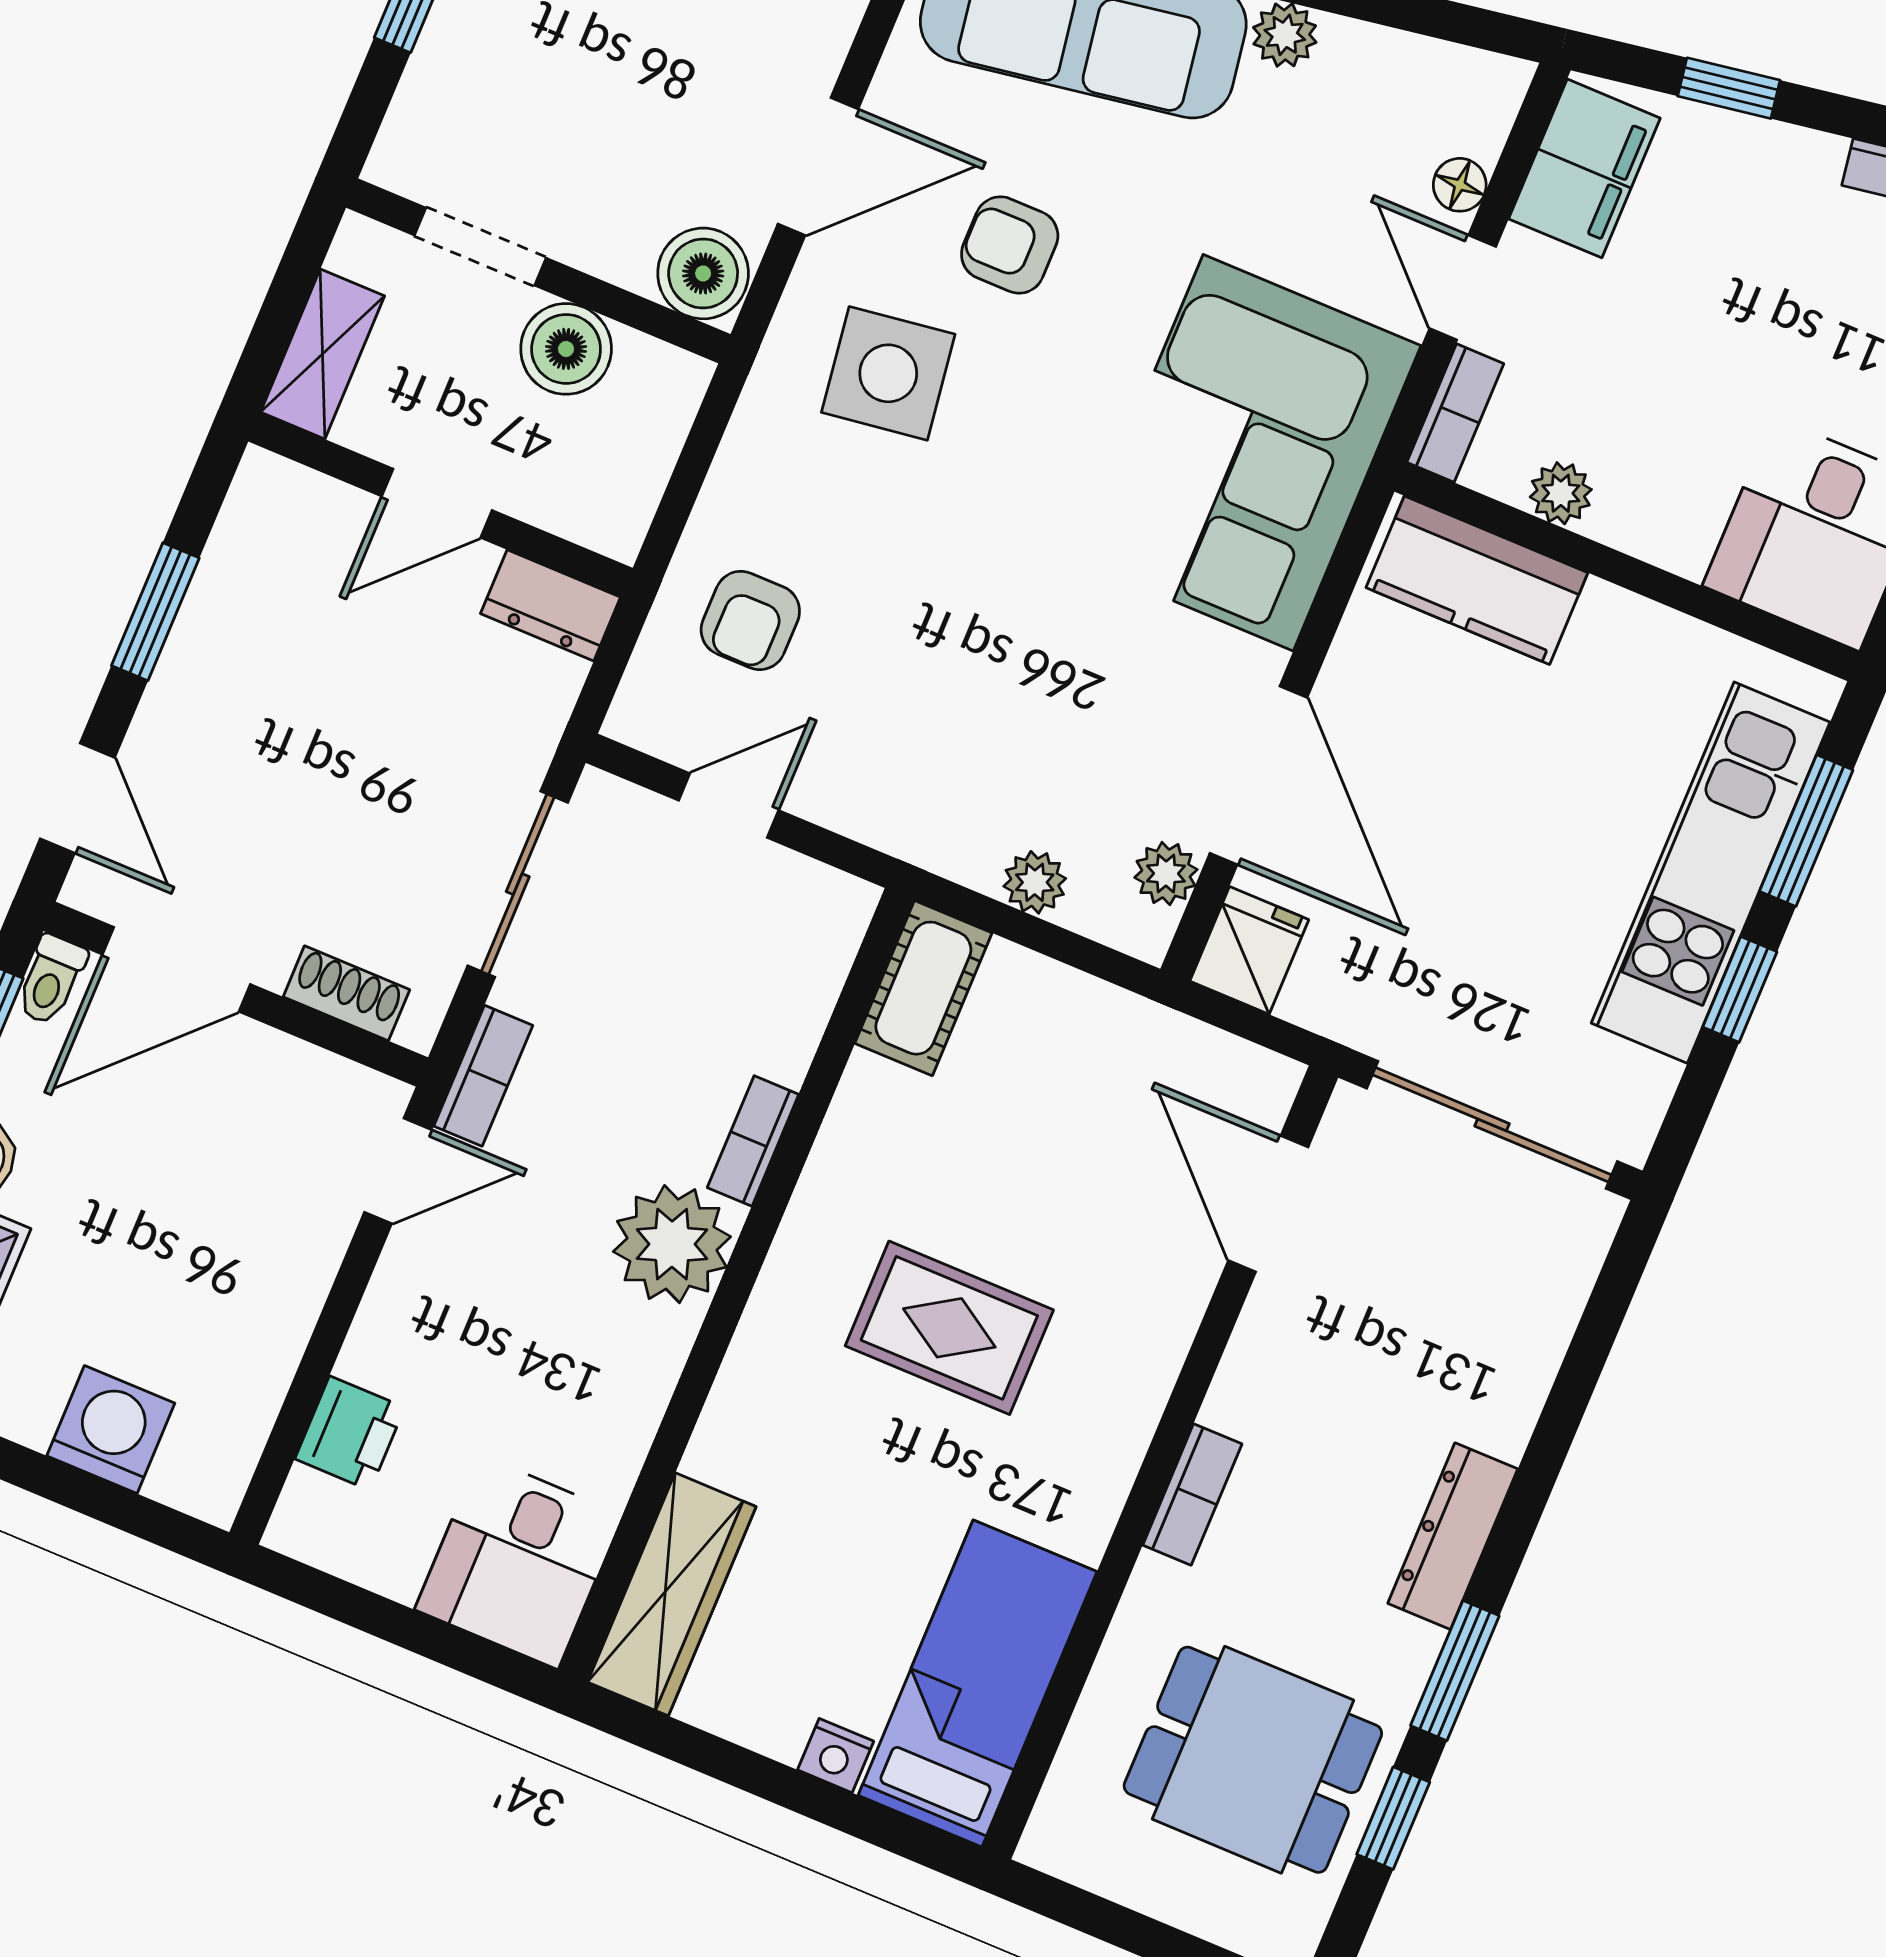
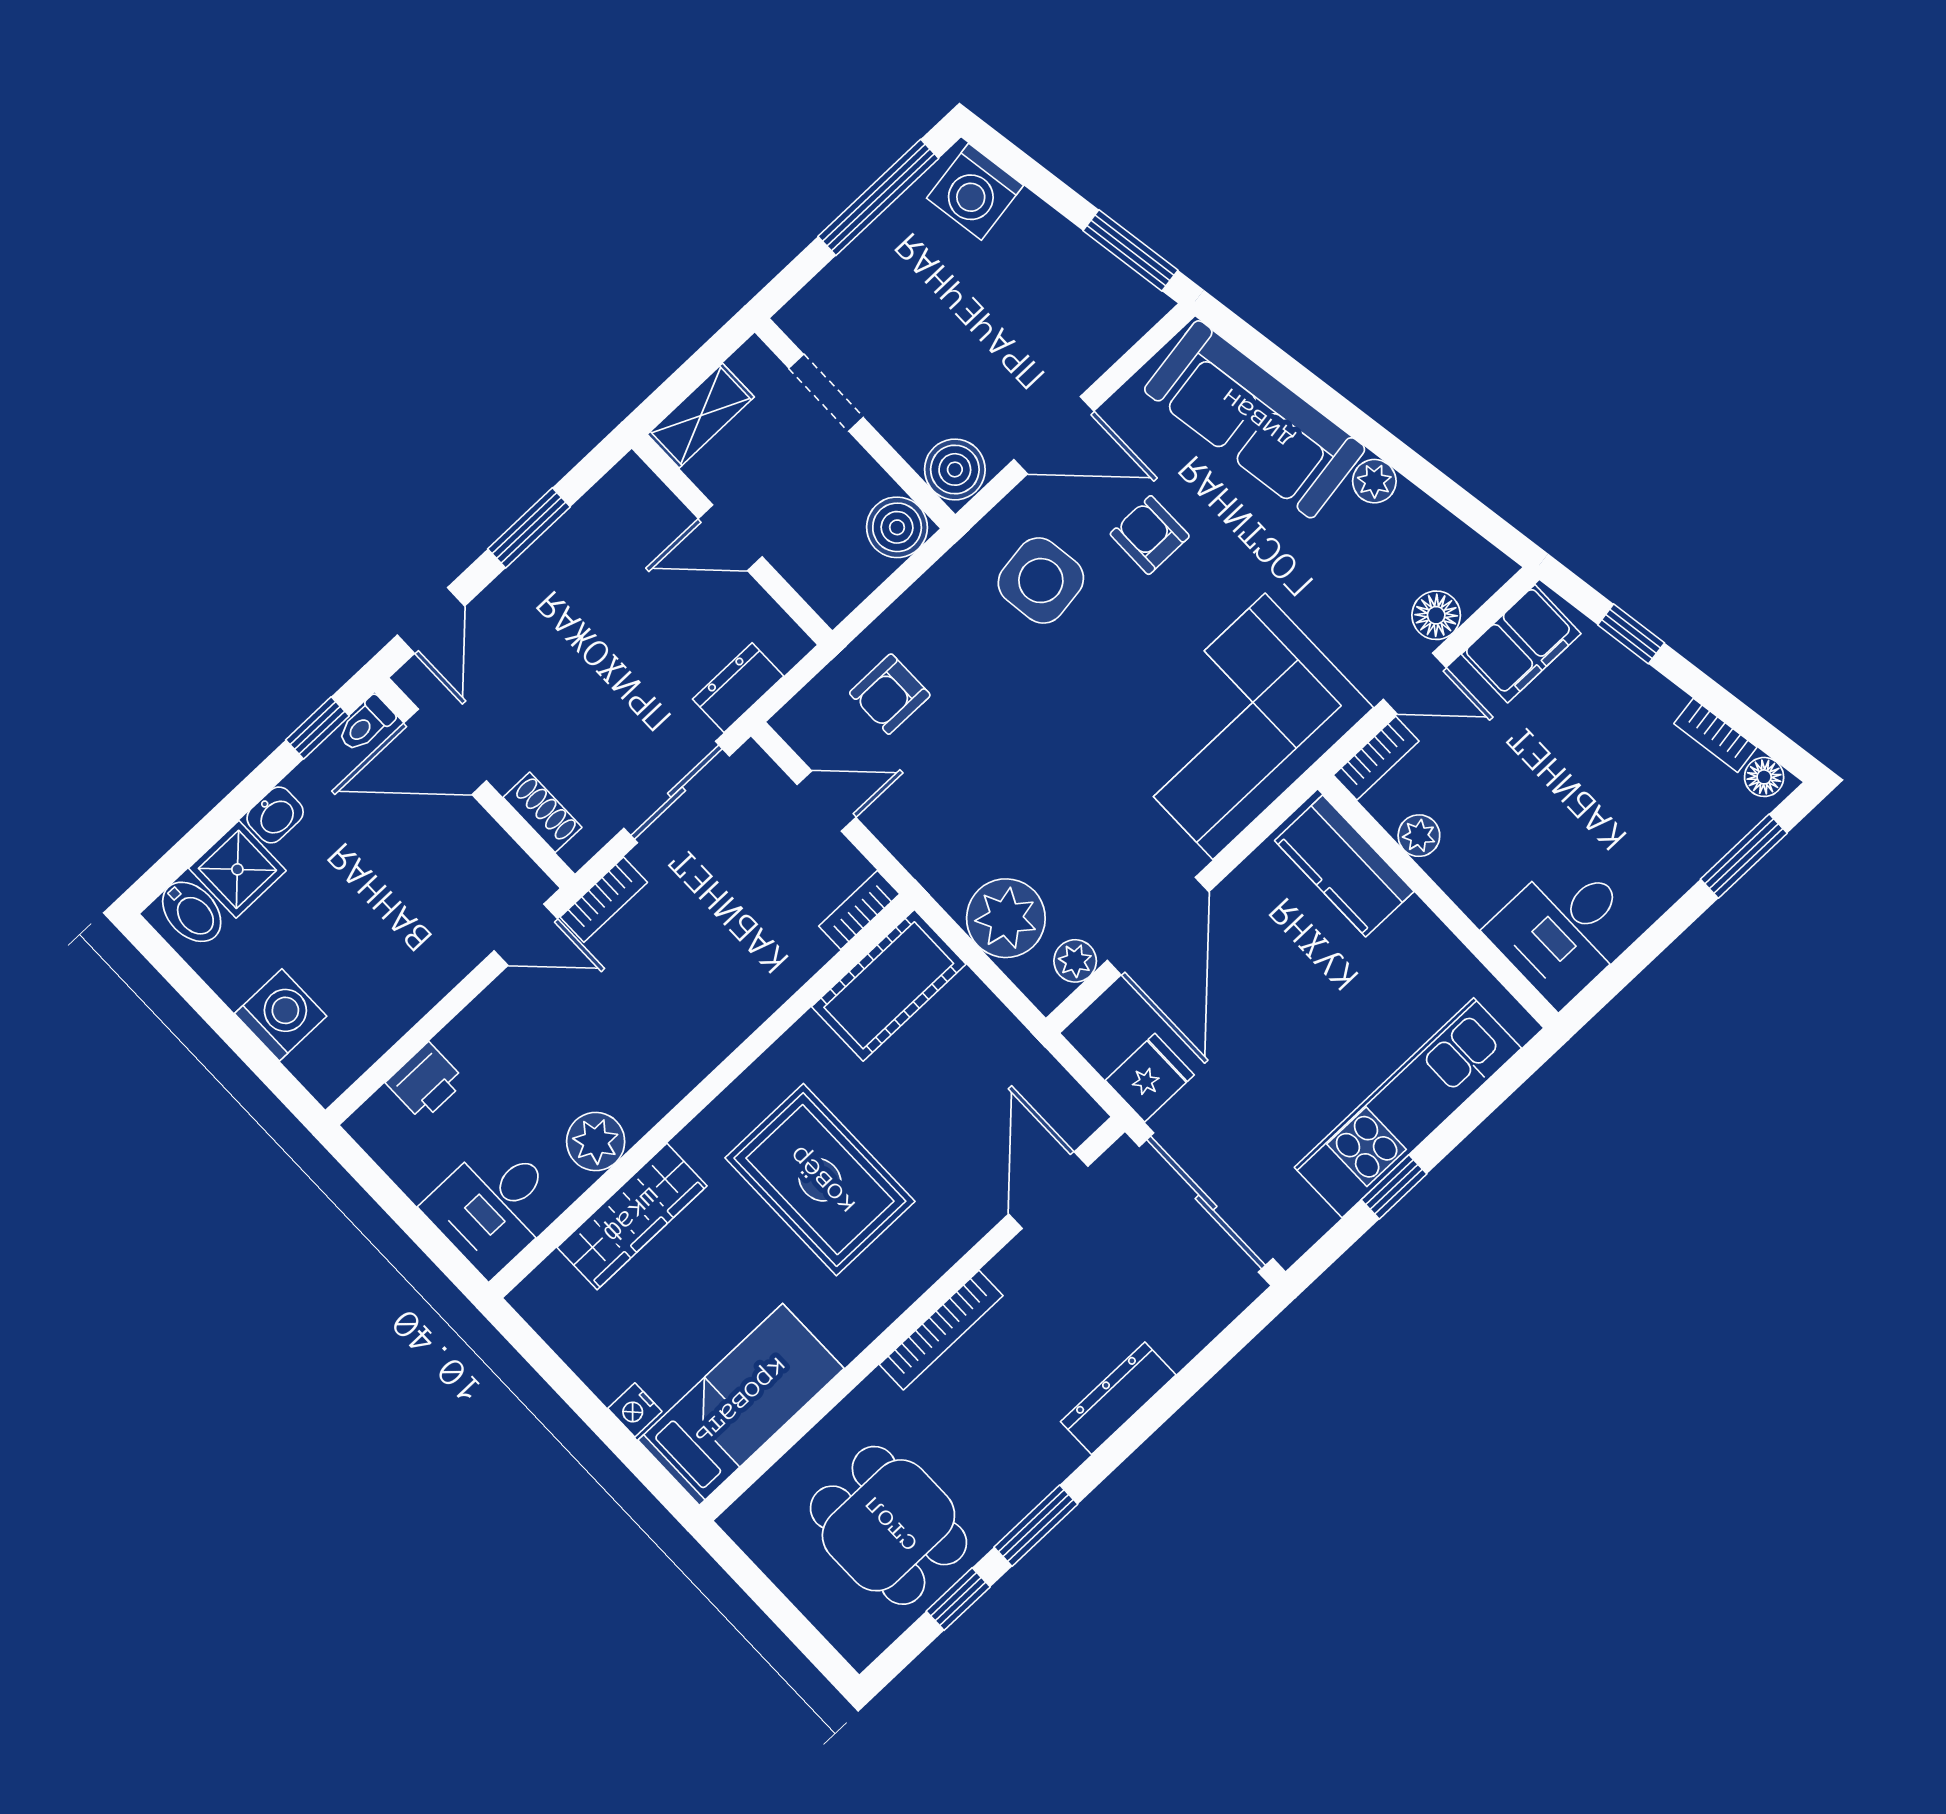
floor lamp: (1460, 185) -> (1436, 615), width x1.37, depth x1.37
door: (1463, 287) -> (1415, 683), swing flipped
boiler: (566, 349) -> (897, 527), moved
dresser: (550, 605) -> (738, 688), moved, turned 90
window: (1806, 831) -> (1478, 1108), removed
plant: (1035, 882) -> (1006, 918), width x1.87, depth x1.87
fridge: (1249, 950) -> (1150, 1078), moved
cot: (923, 988) -> (889, 985), width x1.37, depth x1.34
bookcase: (753, 1141) -> (859, 910), moved
plant: (672, 1244) -> (596, 1142), moved, width x0.73, depth x0.73
rug: (949, 1328) -> (820, 1180), width x1.36, depth x1.43
bookcase: (1192, 1494) -> (941, 1330), width x1.56
dresser: (1453, 1536) -> (1118, 1398), moved
wardrobe: (672, 1594) -> (632, 1217), moved

